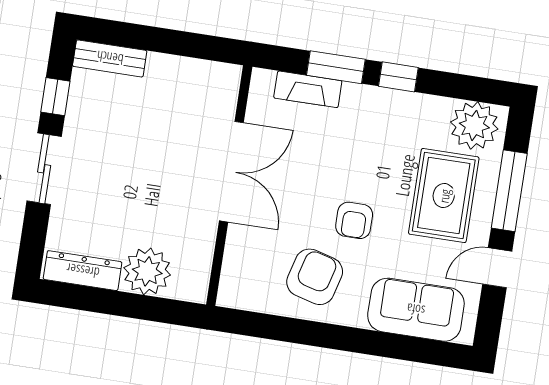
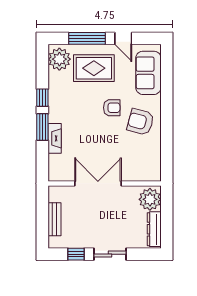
bench: (110, 58) -> (55, 219), moved
double door: (231, 172) -> (98, 183), moved
wall: (229, 186) -> (105, 183), moved

